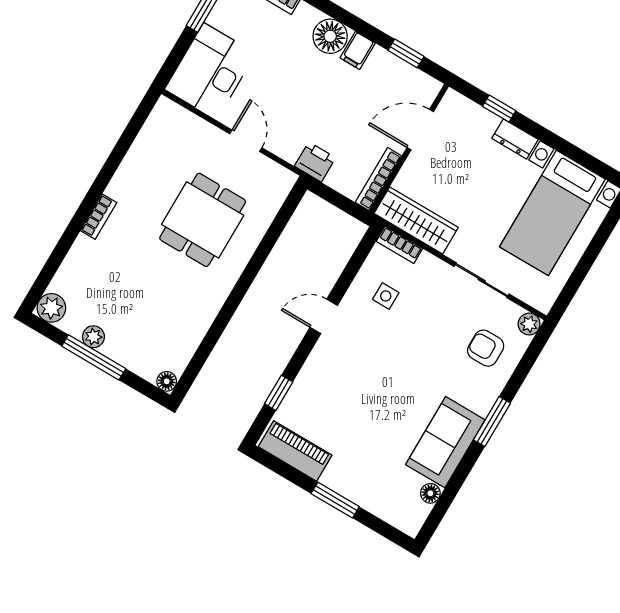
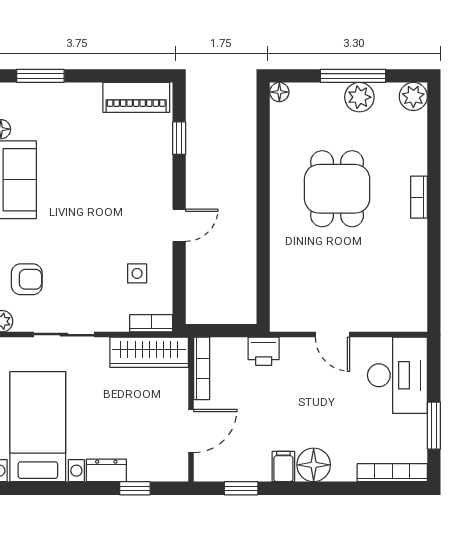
dining table: (203, 220) -> (337, 189), moved
plant: (93, 337) -> (359, 97), width x1.38, depth x1.38
window: (335, 500) -> (40, 76), moved

